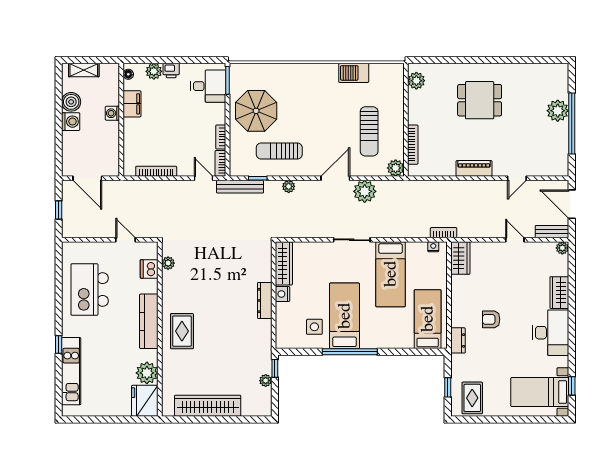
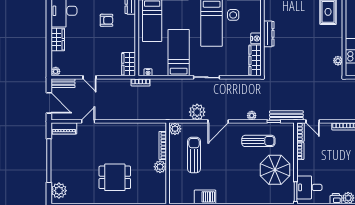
plant: (416, 81) -> (160, 167), moved
plant: (558, 111) -> (59, 191), moved
piano: (474, 168) -> (64, 128), moved

